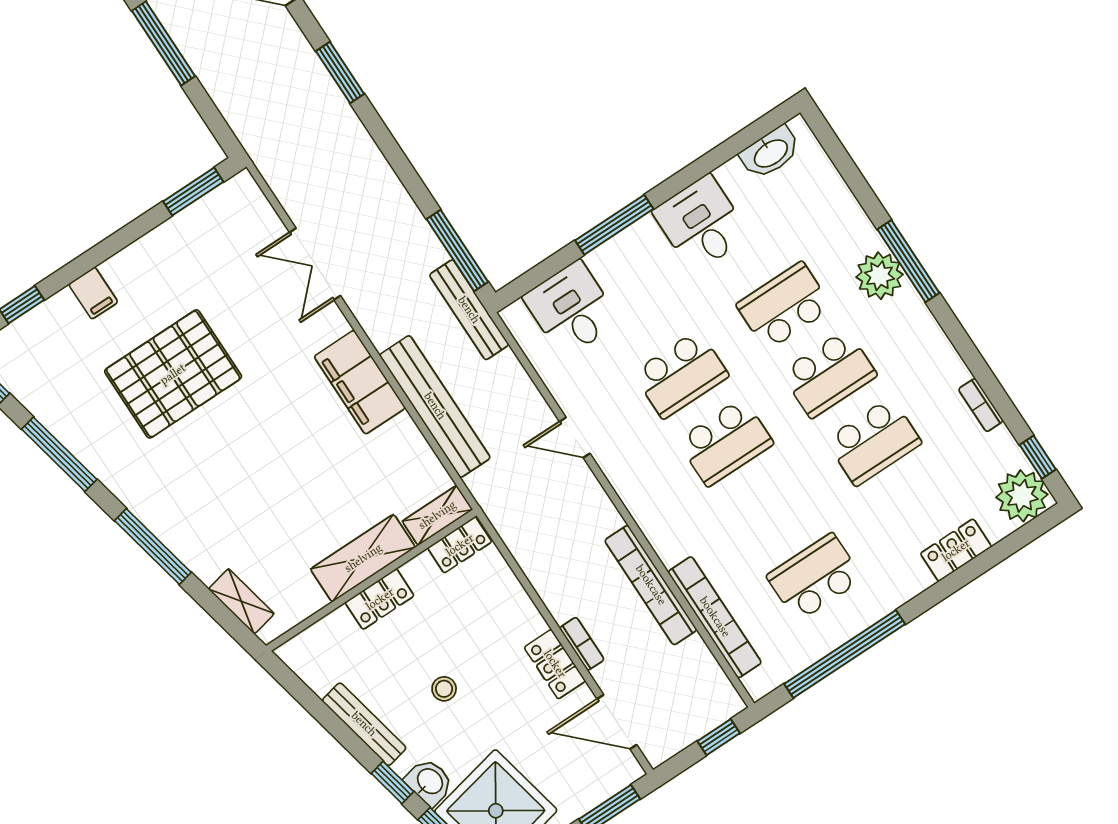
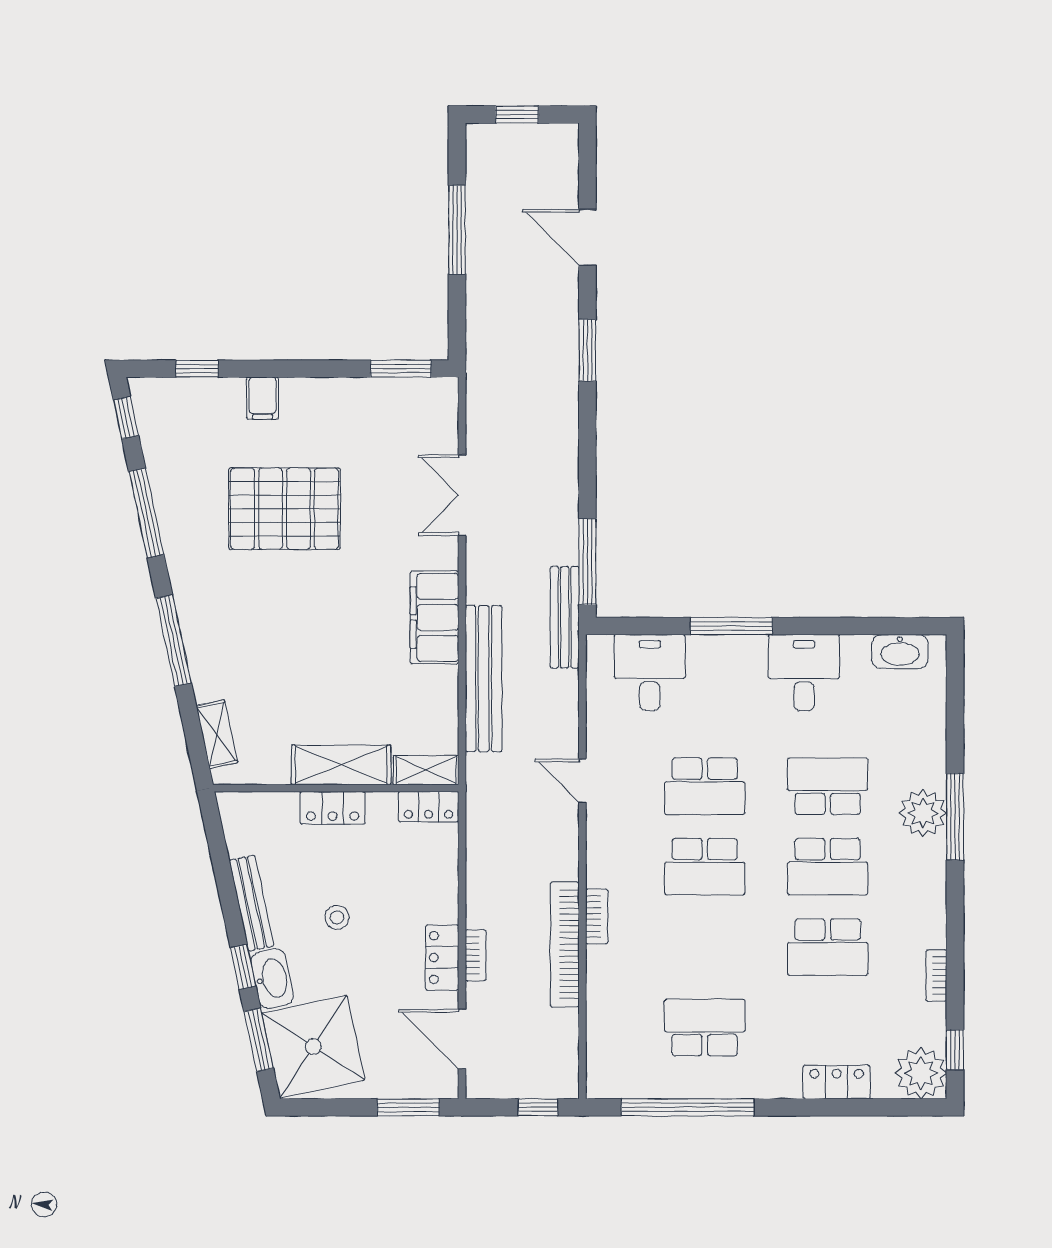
bookcase: (715, 617) -> (597, 916), moved, width x0.43, depth x0.76
washbasin: (429, 782) -> (272, 979), width x1.38

